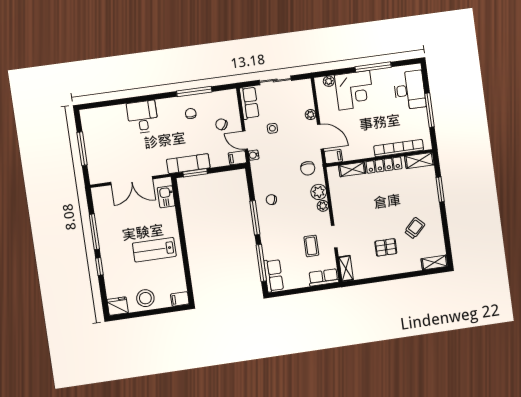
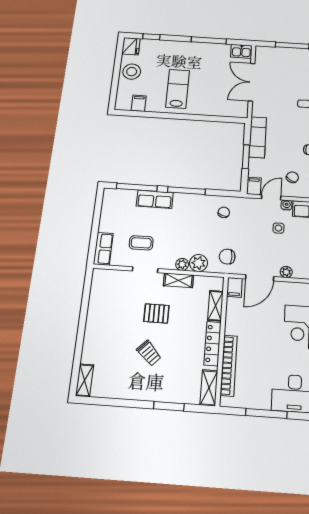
water cooler: (254, 155) -> (287, 205), moved
window: (195, 173) -> (246, 157), moved
kitchen sink: (166, 197) -> (241, 51), moved, turned 180
chair: (271, 200) -> (224, 212), moved
trolley: (415, 228) -> (149, 353), moved
pallet: (386, 247) -> (156, 313), moved, turned 90
window: (99, 266) -> (151, 37), moved
shelving: (346, 268) -> (178, 280), moved
row of seats: (274, 275) -> (155, 199), moved
filing cabinet: (180, 299) -> (139, 103), moved

